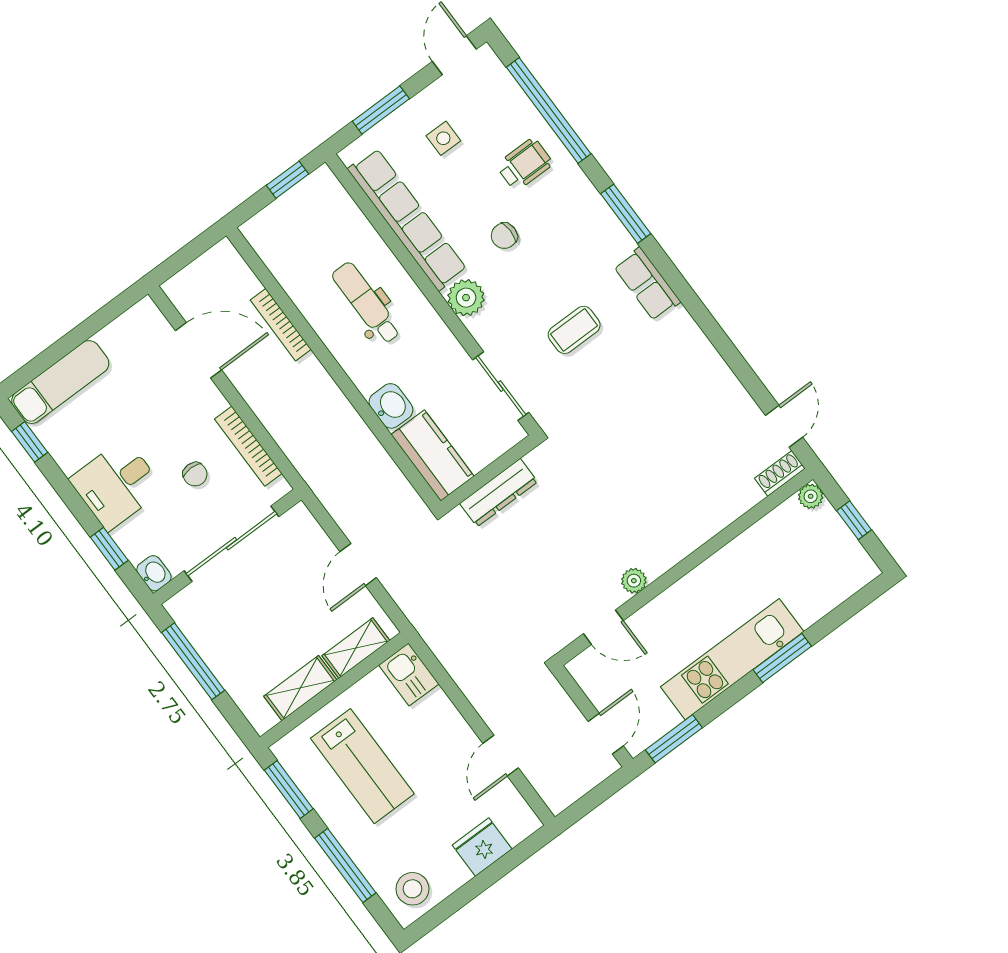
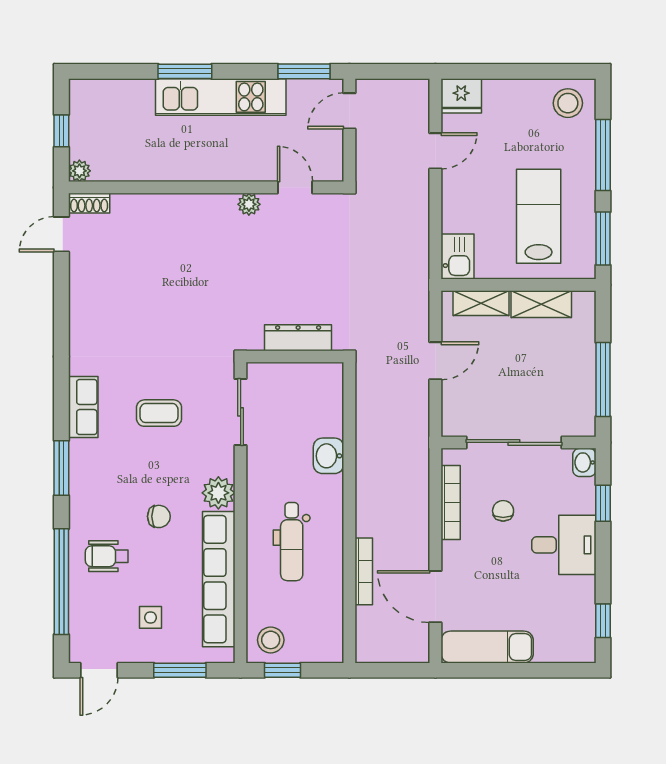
stool: (319, 199) -> (271, 640), added
exam couch: (60, 382) -> (487, 647), moved
kitchen counter: (432, 455) -> (325, 399), removed
fridge: (482, 847) -> (461, 96), moved

